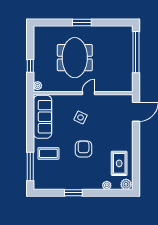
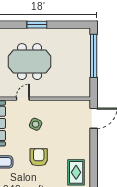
meeting table: (75, 58) -> (30, 62), turned 90
door: (88, 93) -> (23, 99), moved

